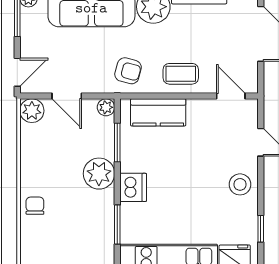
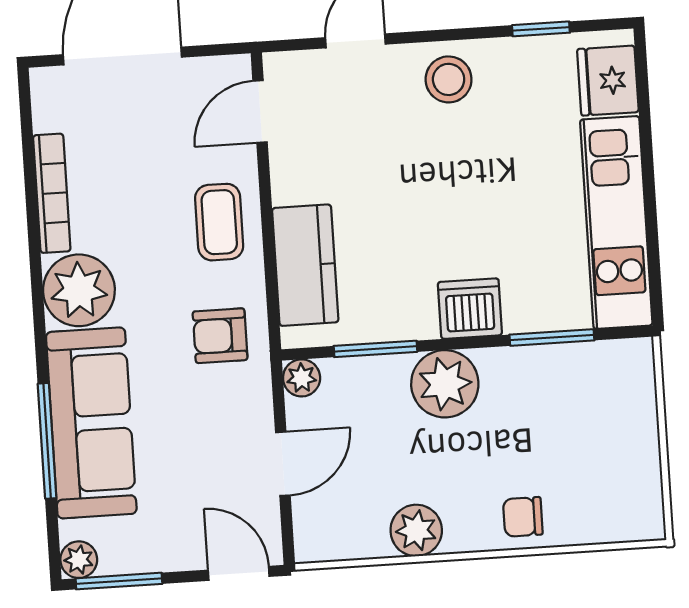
armchair: (128, 71) -> (220, 336), turned -105
plant: (32, 111) -> (416, 530), moved

